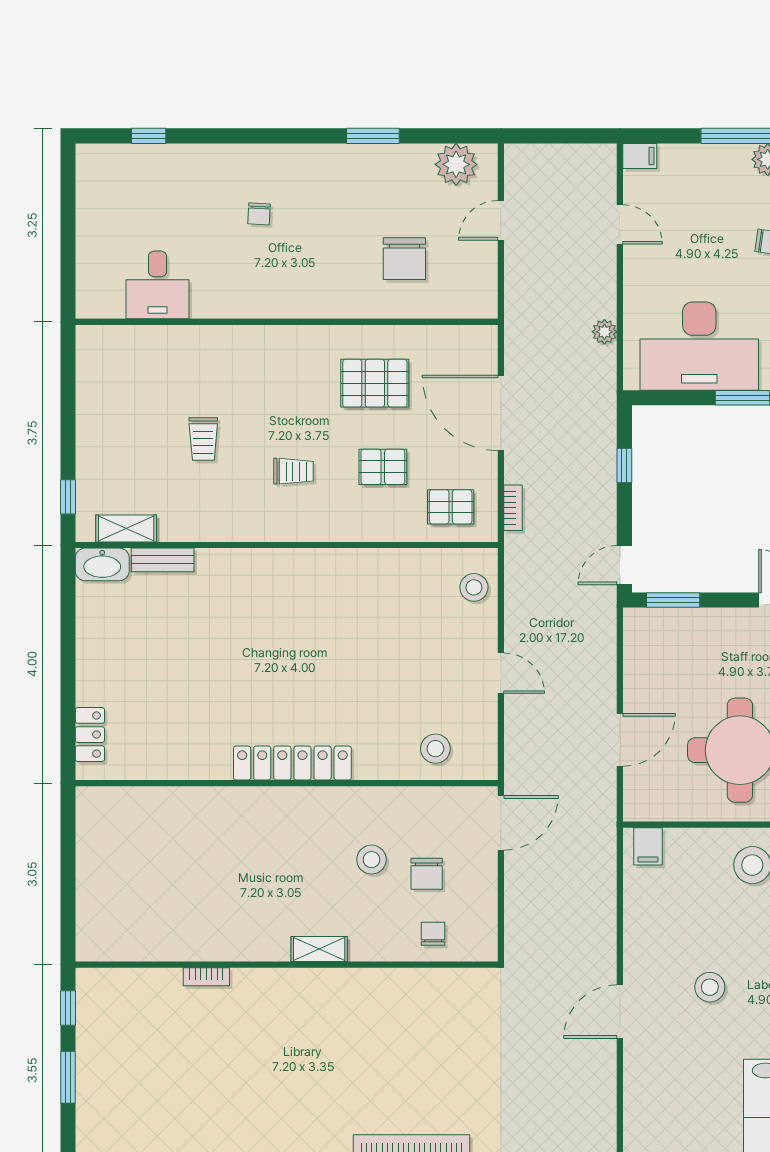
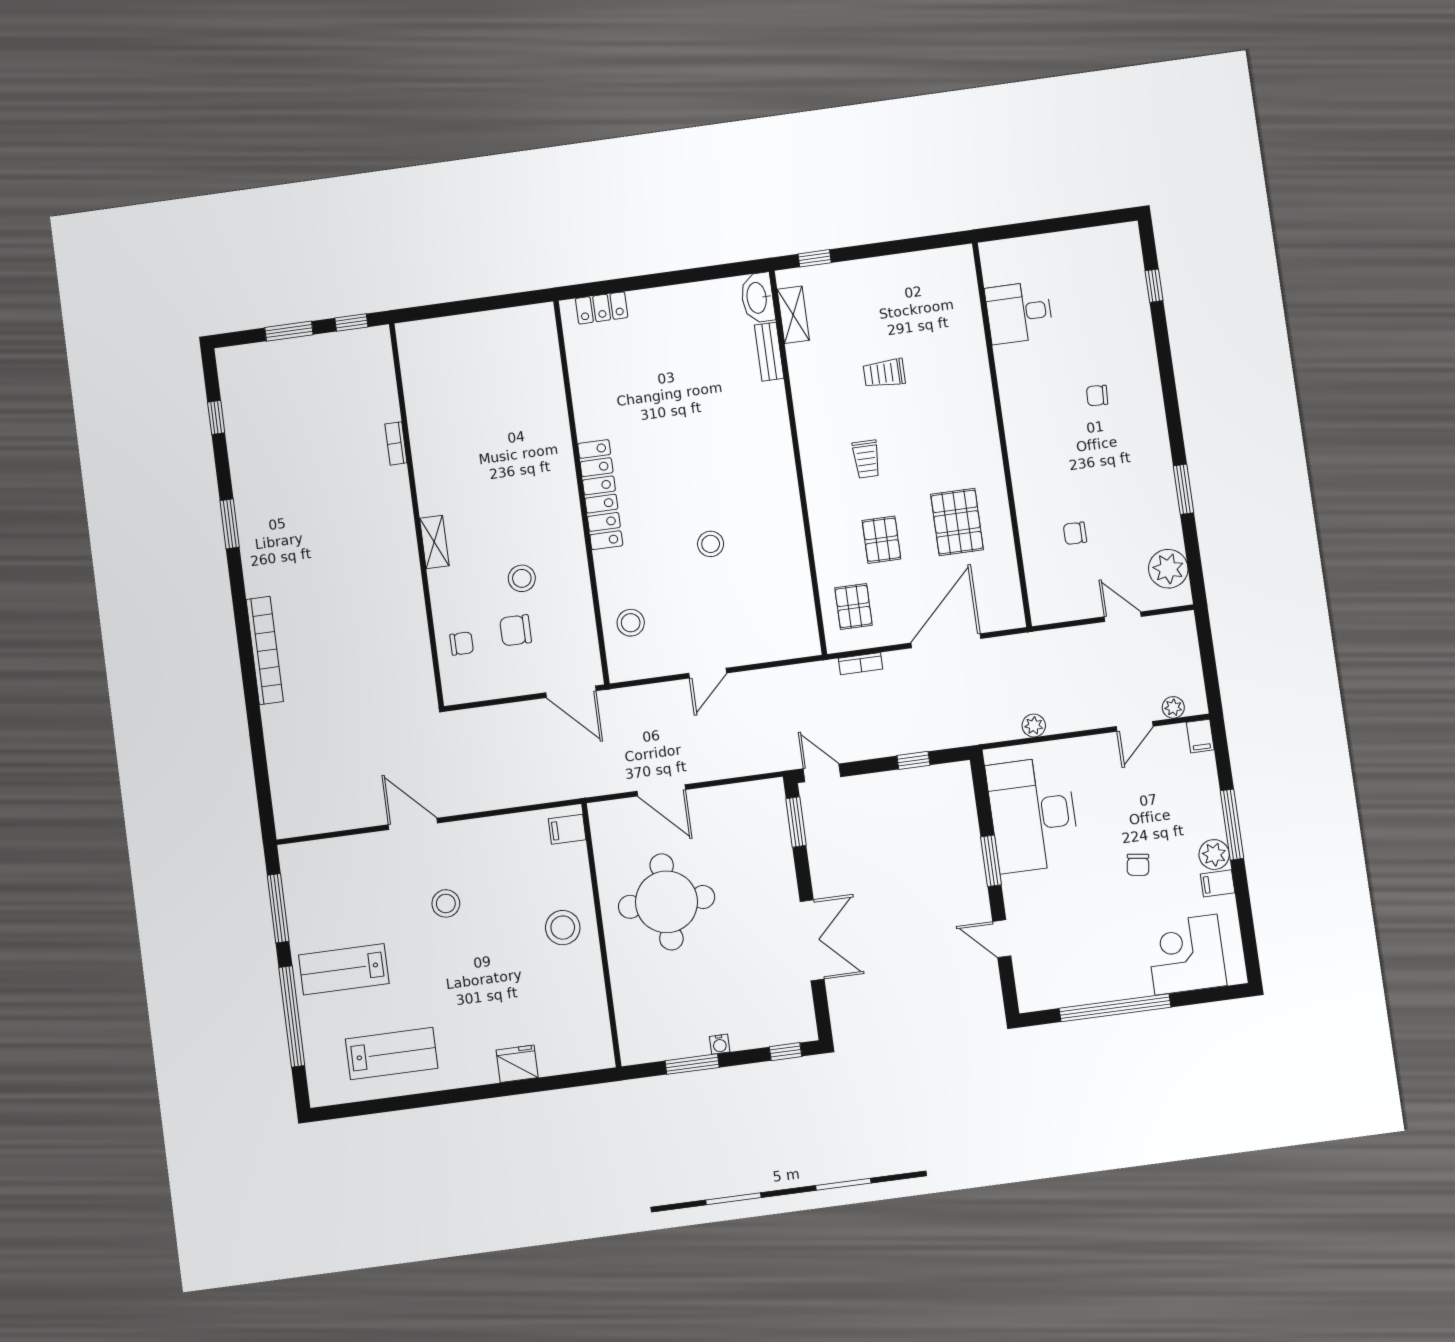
plant: (605, 180) -> (1173, 707), added
chair: (404, 259) -> (1075, 533), width x0.54, depth x0.54
stool: (474, 587) -> (711, 544), moved

